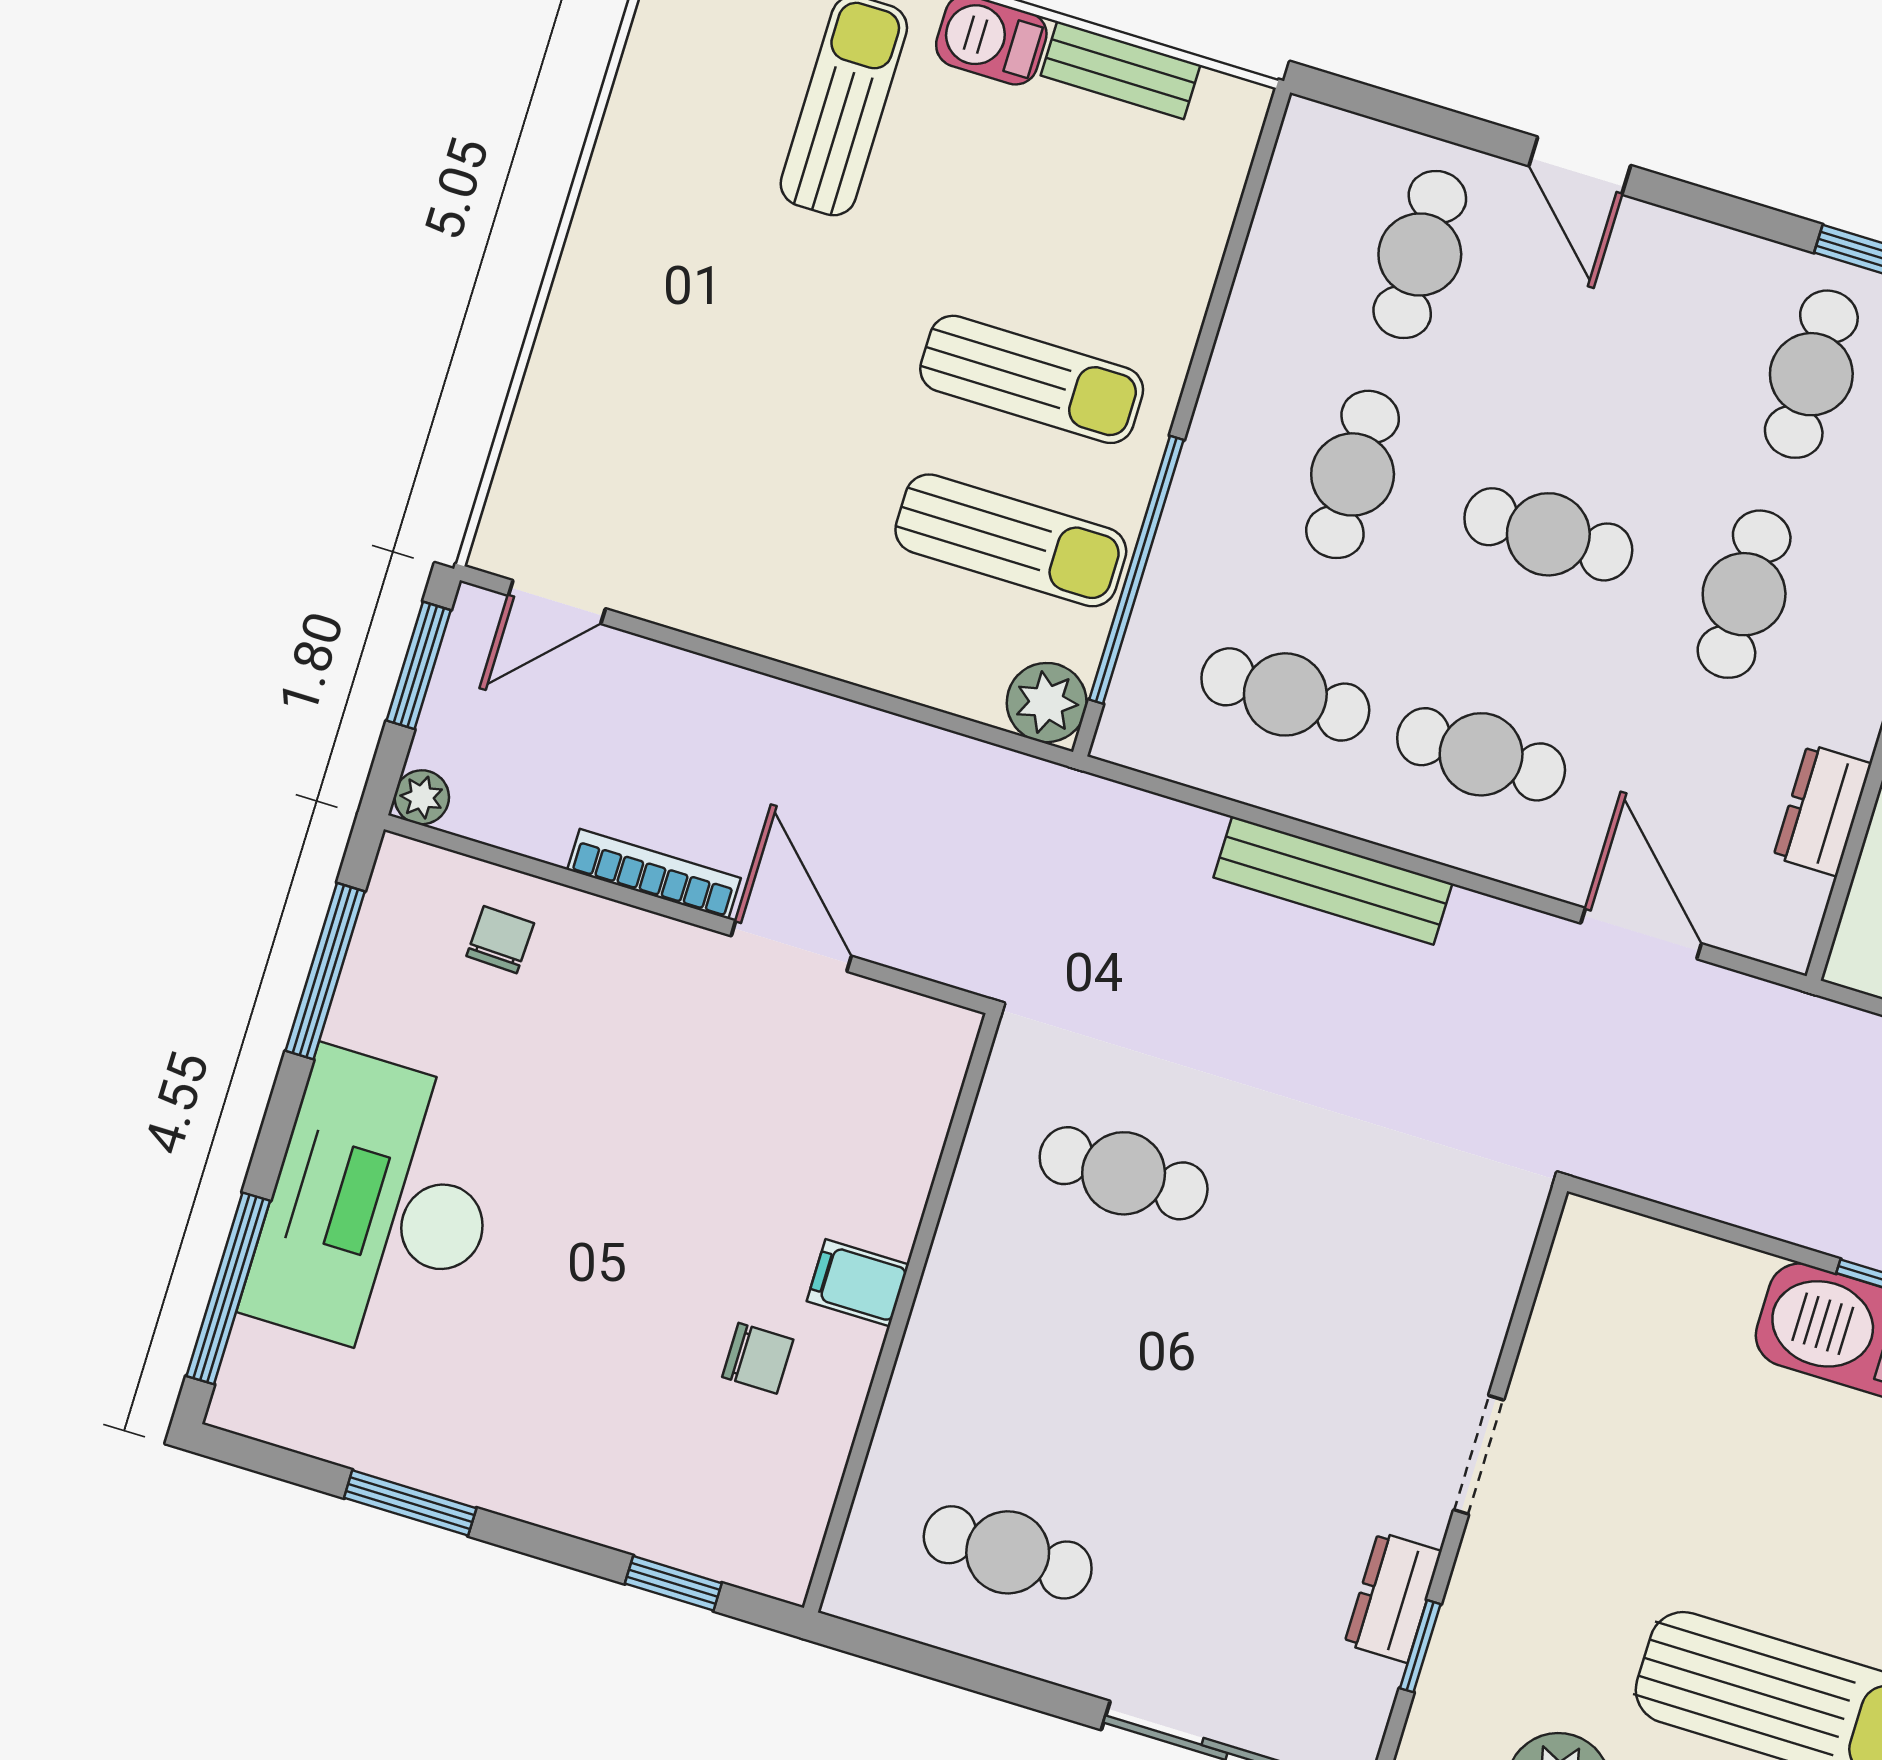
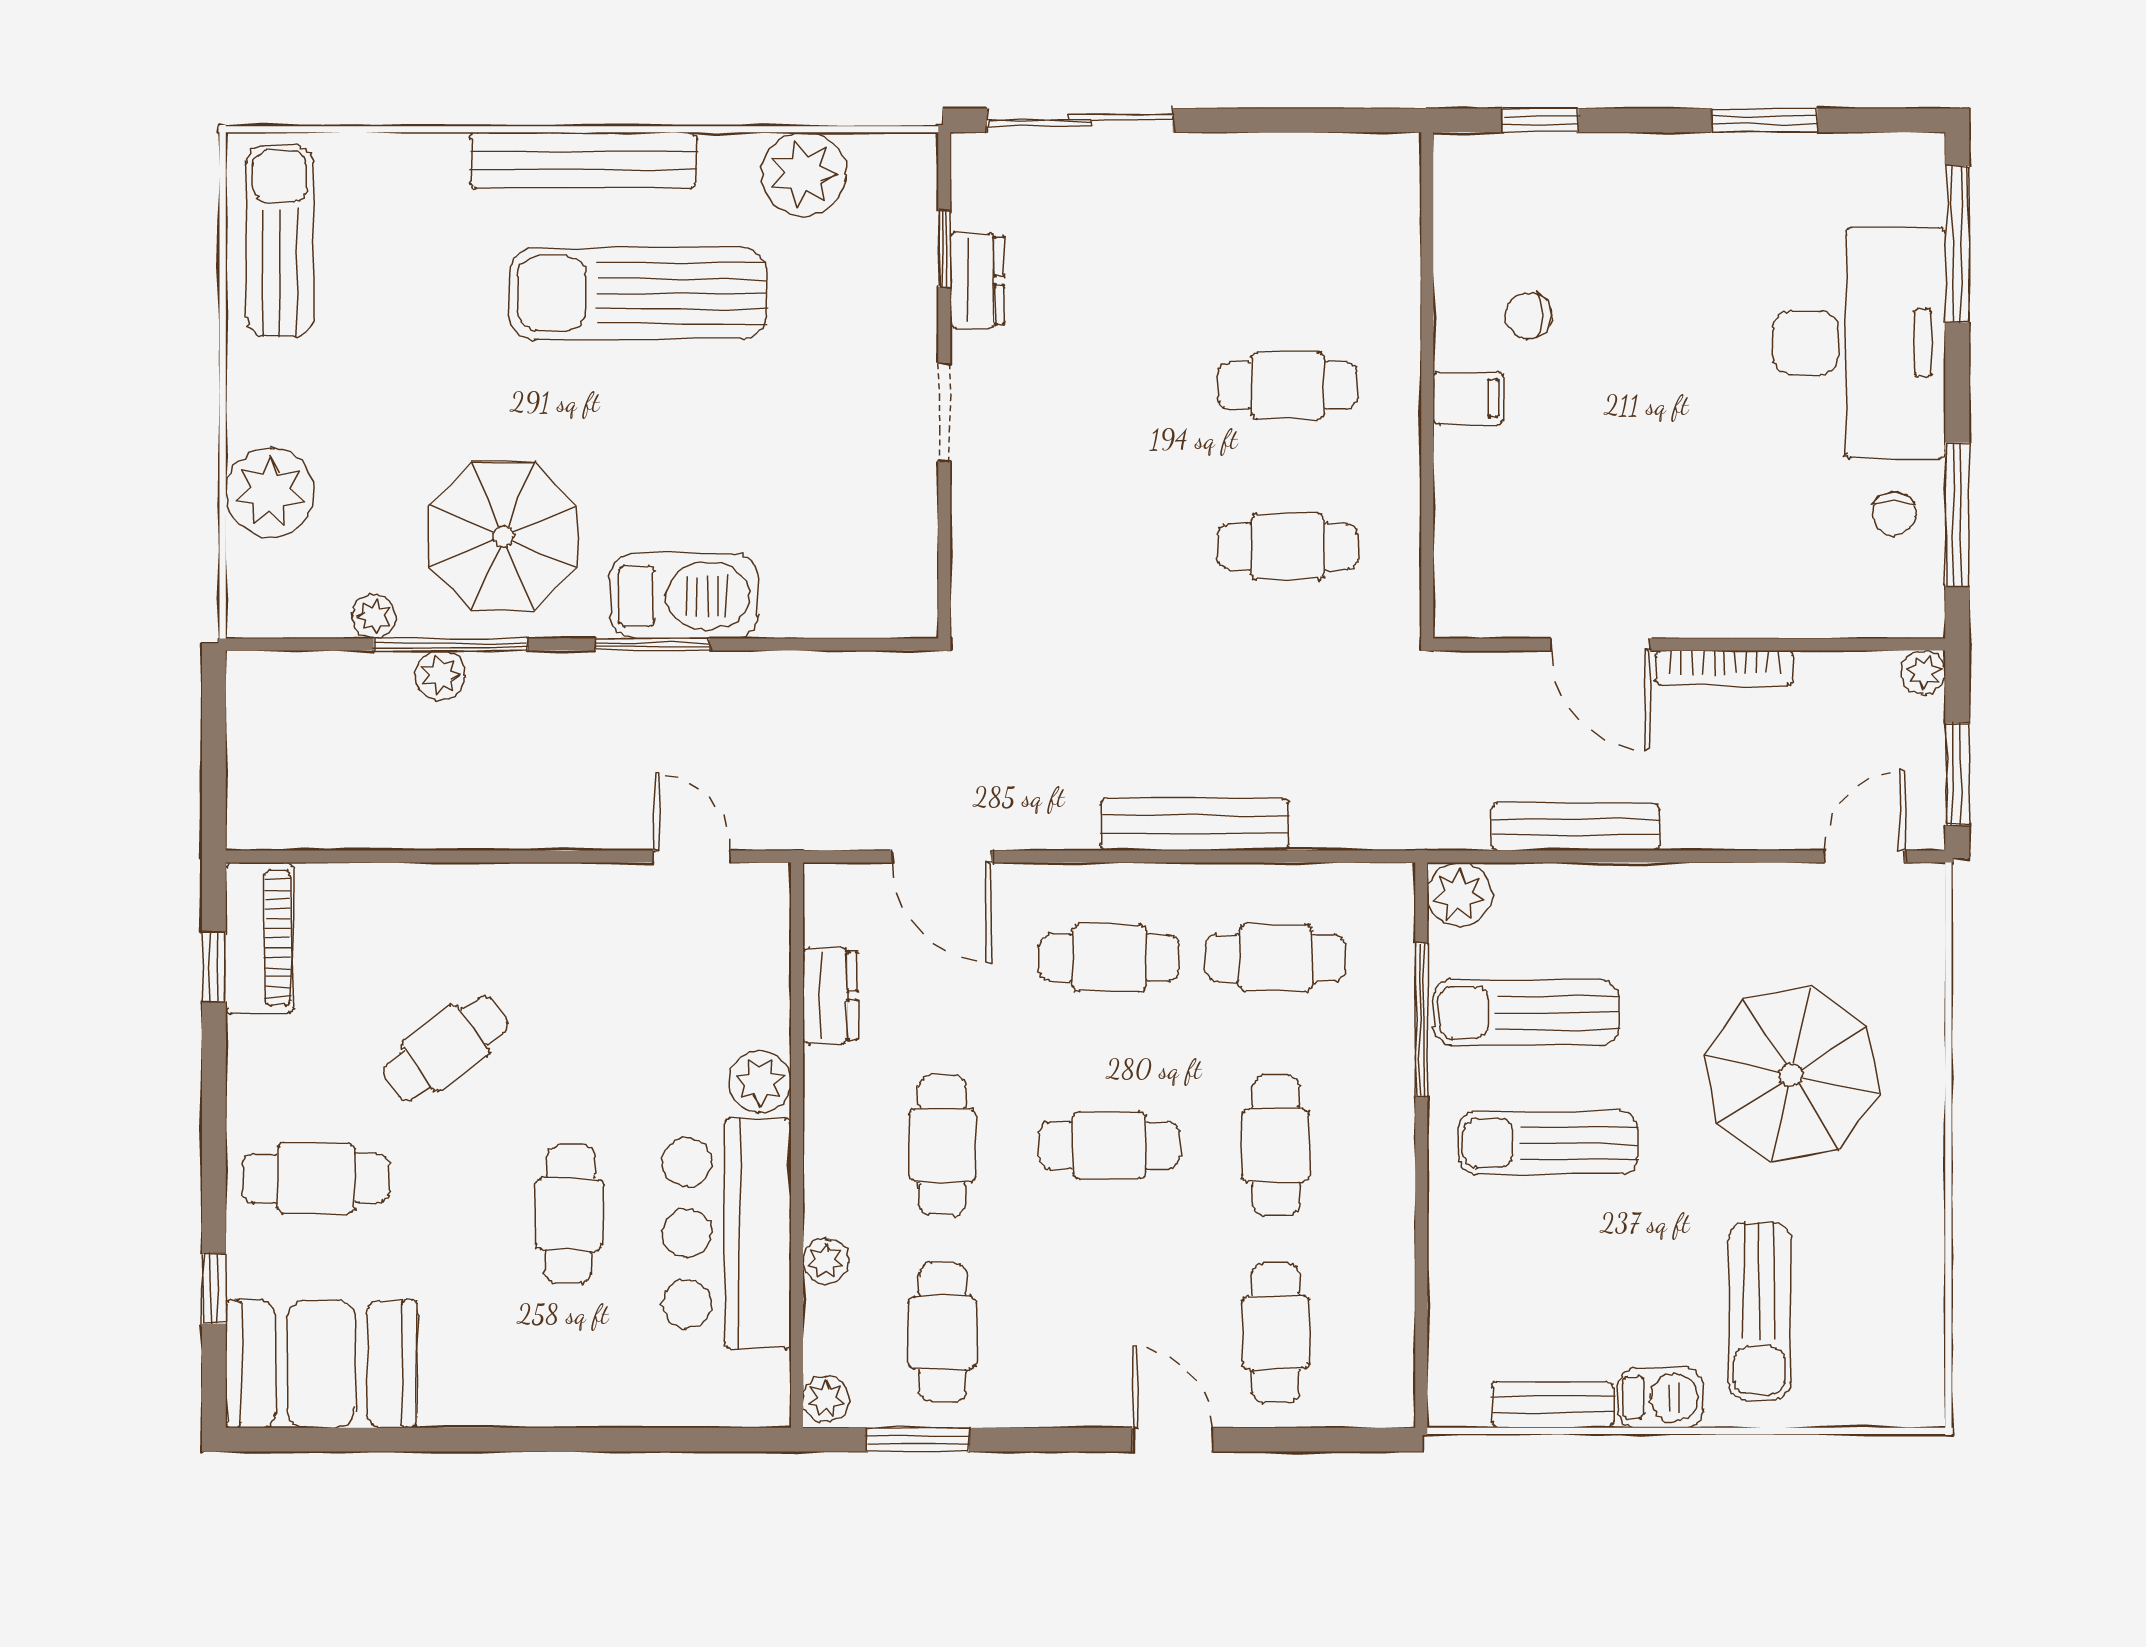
parasol: (722, 372) -> (1791, 1075), added
window: (1136, 570) -> (1421, 1020), width x0.68
bench: (886, 741) -> (1575, 827), added
chair: (500, 940) -> (1894, 514), moved
cafe table: (1008, 1552) -> (1288, 385), moved

